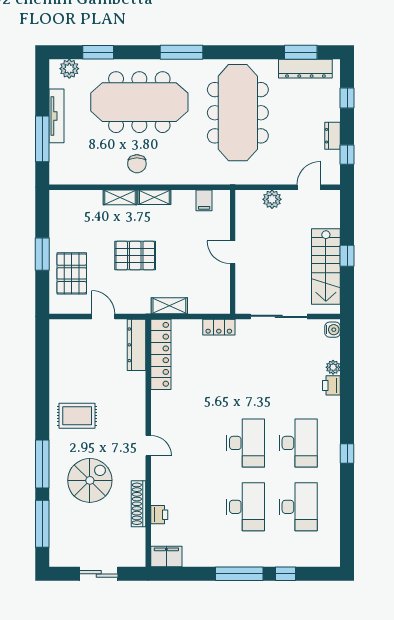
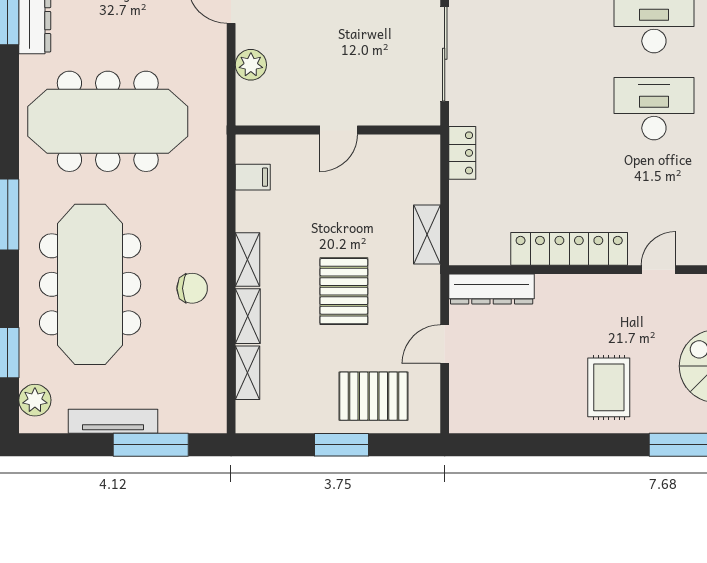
shelving: (86, 197) -> (247, 373), added
locker: (161, 354) -> (569, 249), moved

